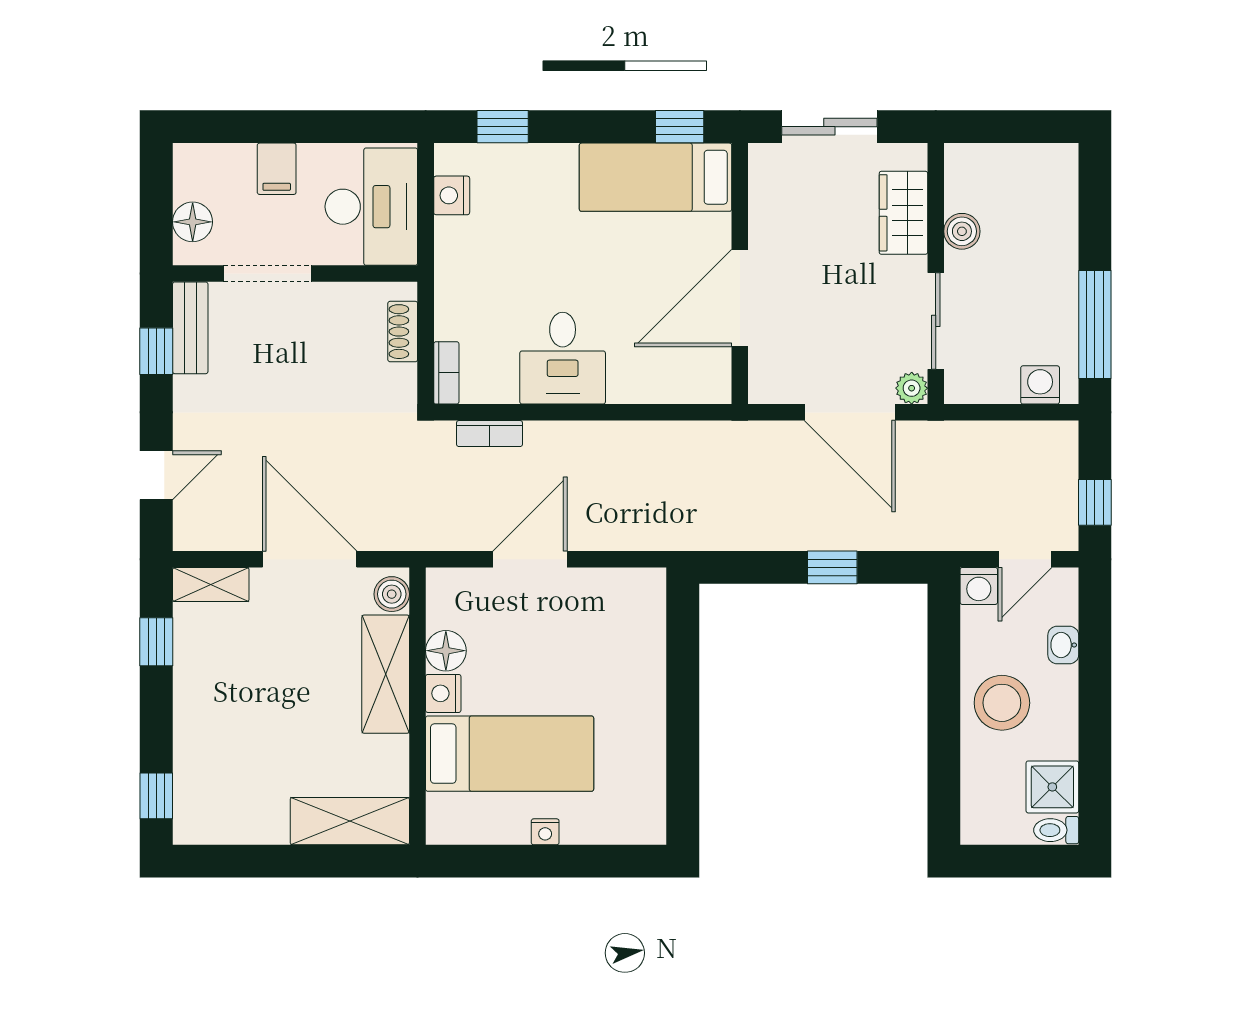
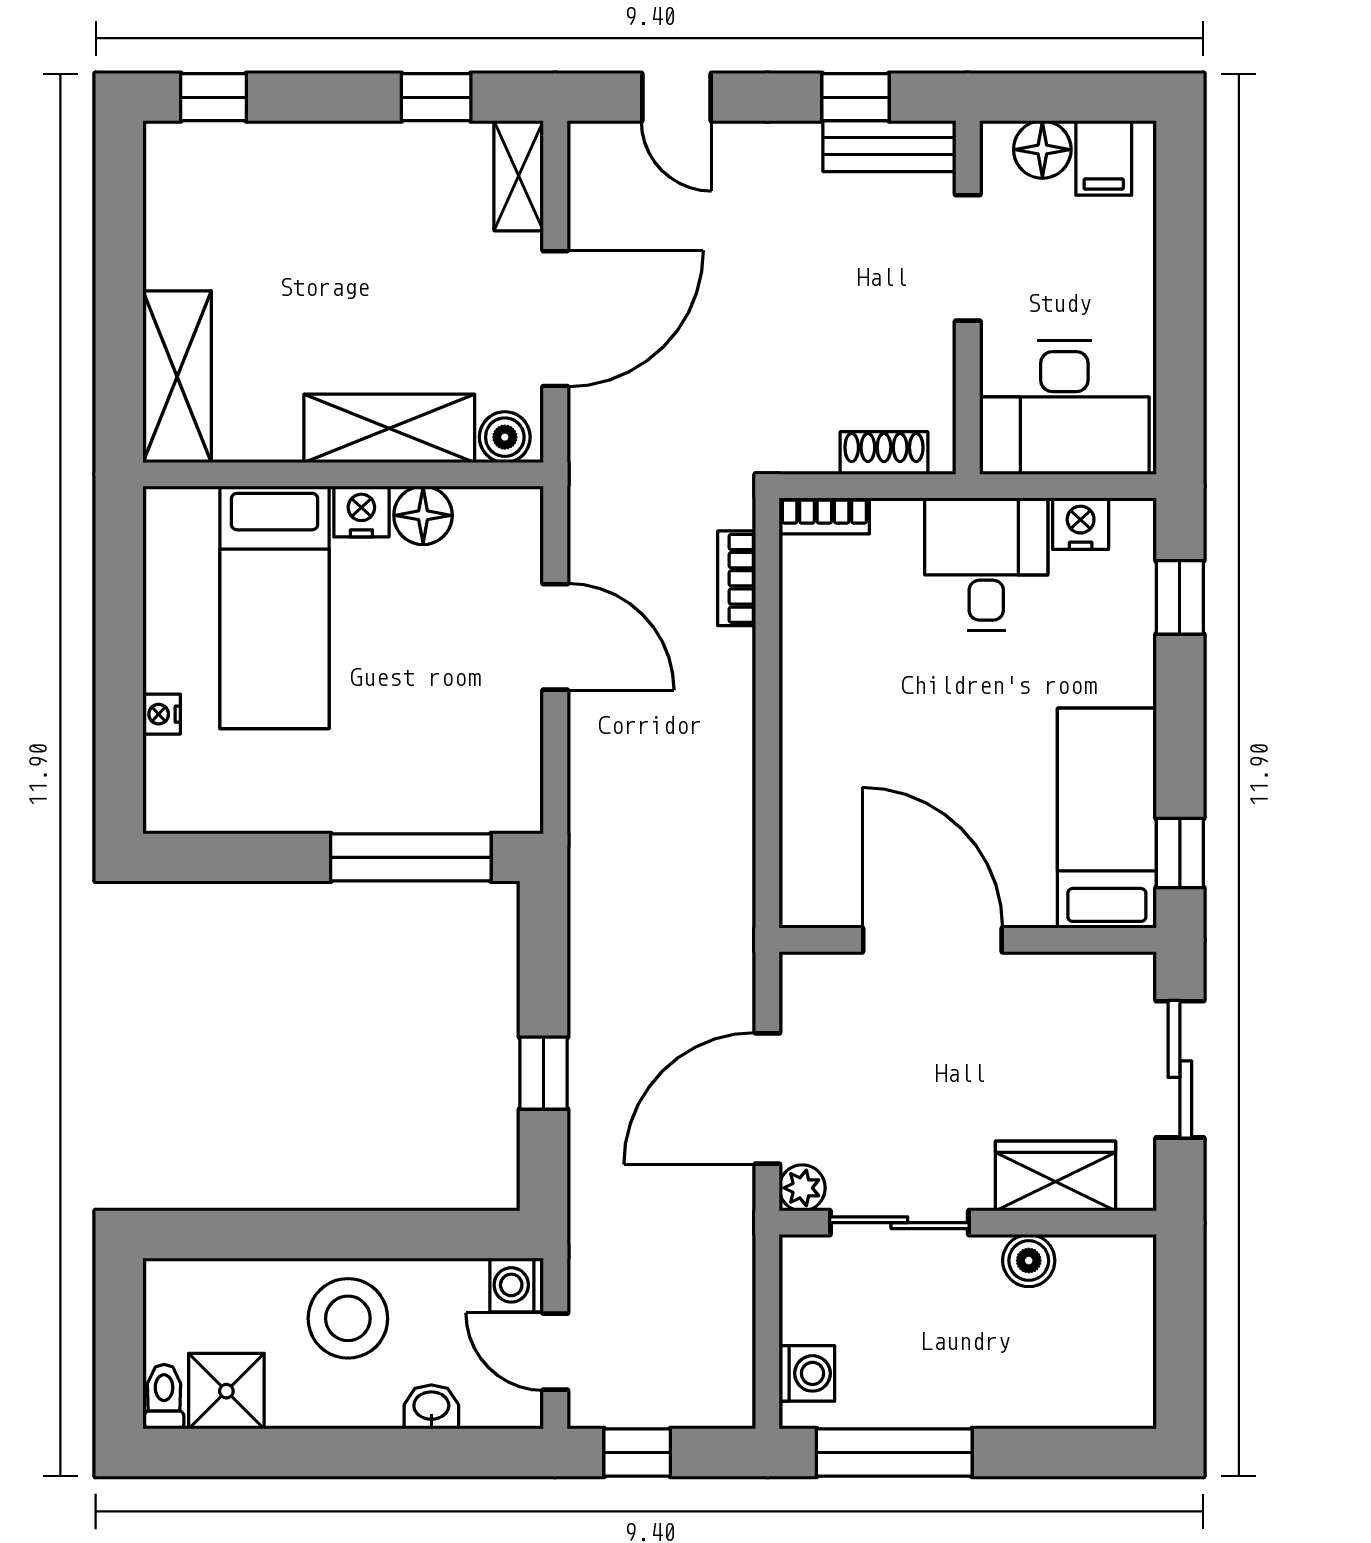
filing cabinet: (277, 169) -> (1104, 158), moved, turned -90
desk: (563, 358) -> (986, 564), moved, turned 90
window: (683, 659) -> (411, 857), added
nightstand: (545, 832) -> (162, 714), moved

